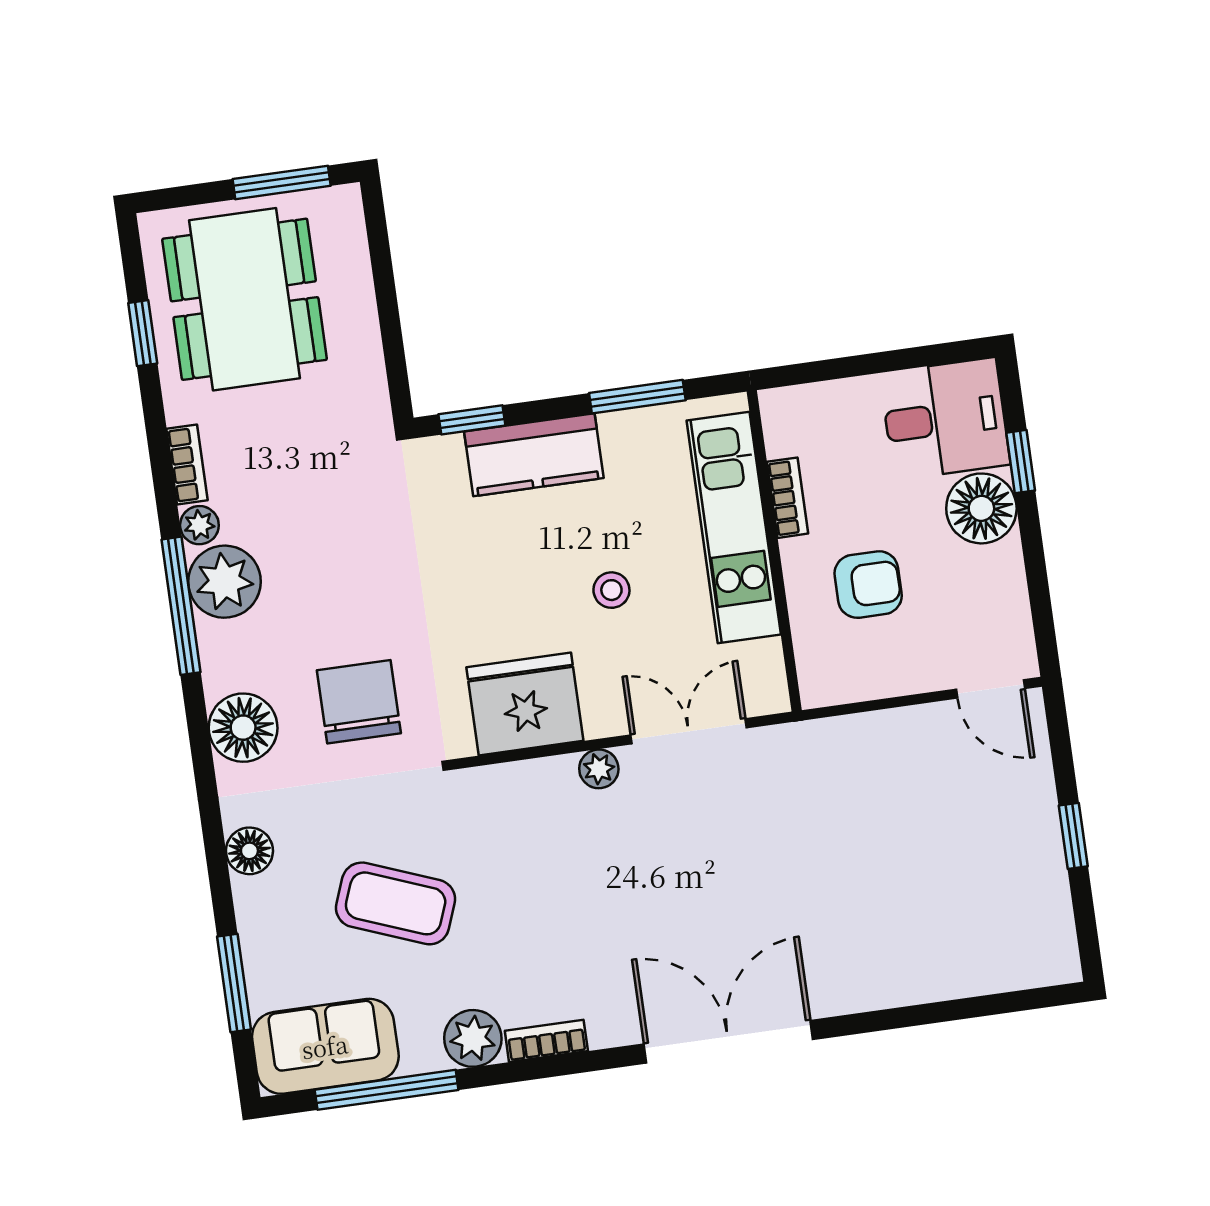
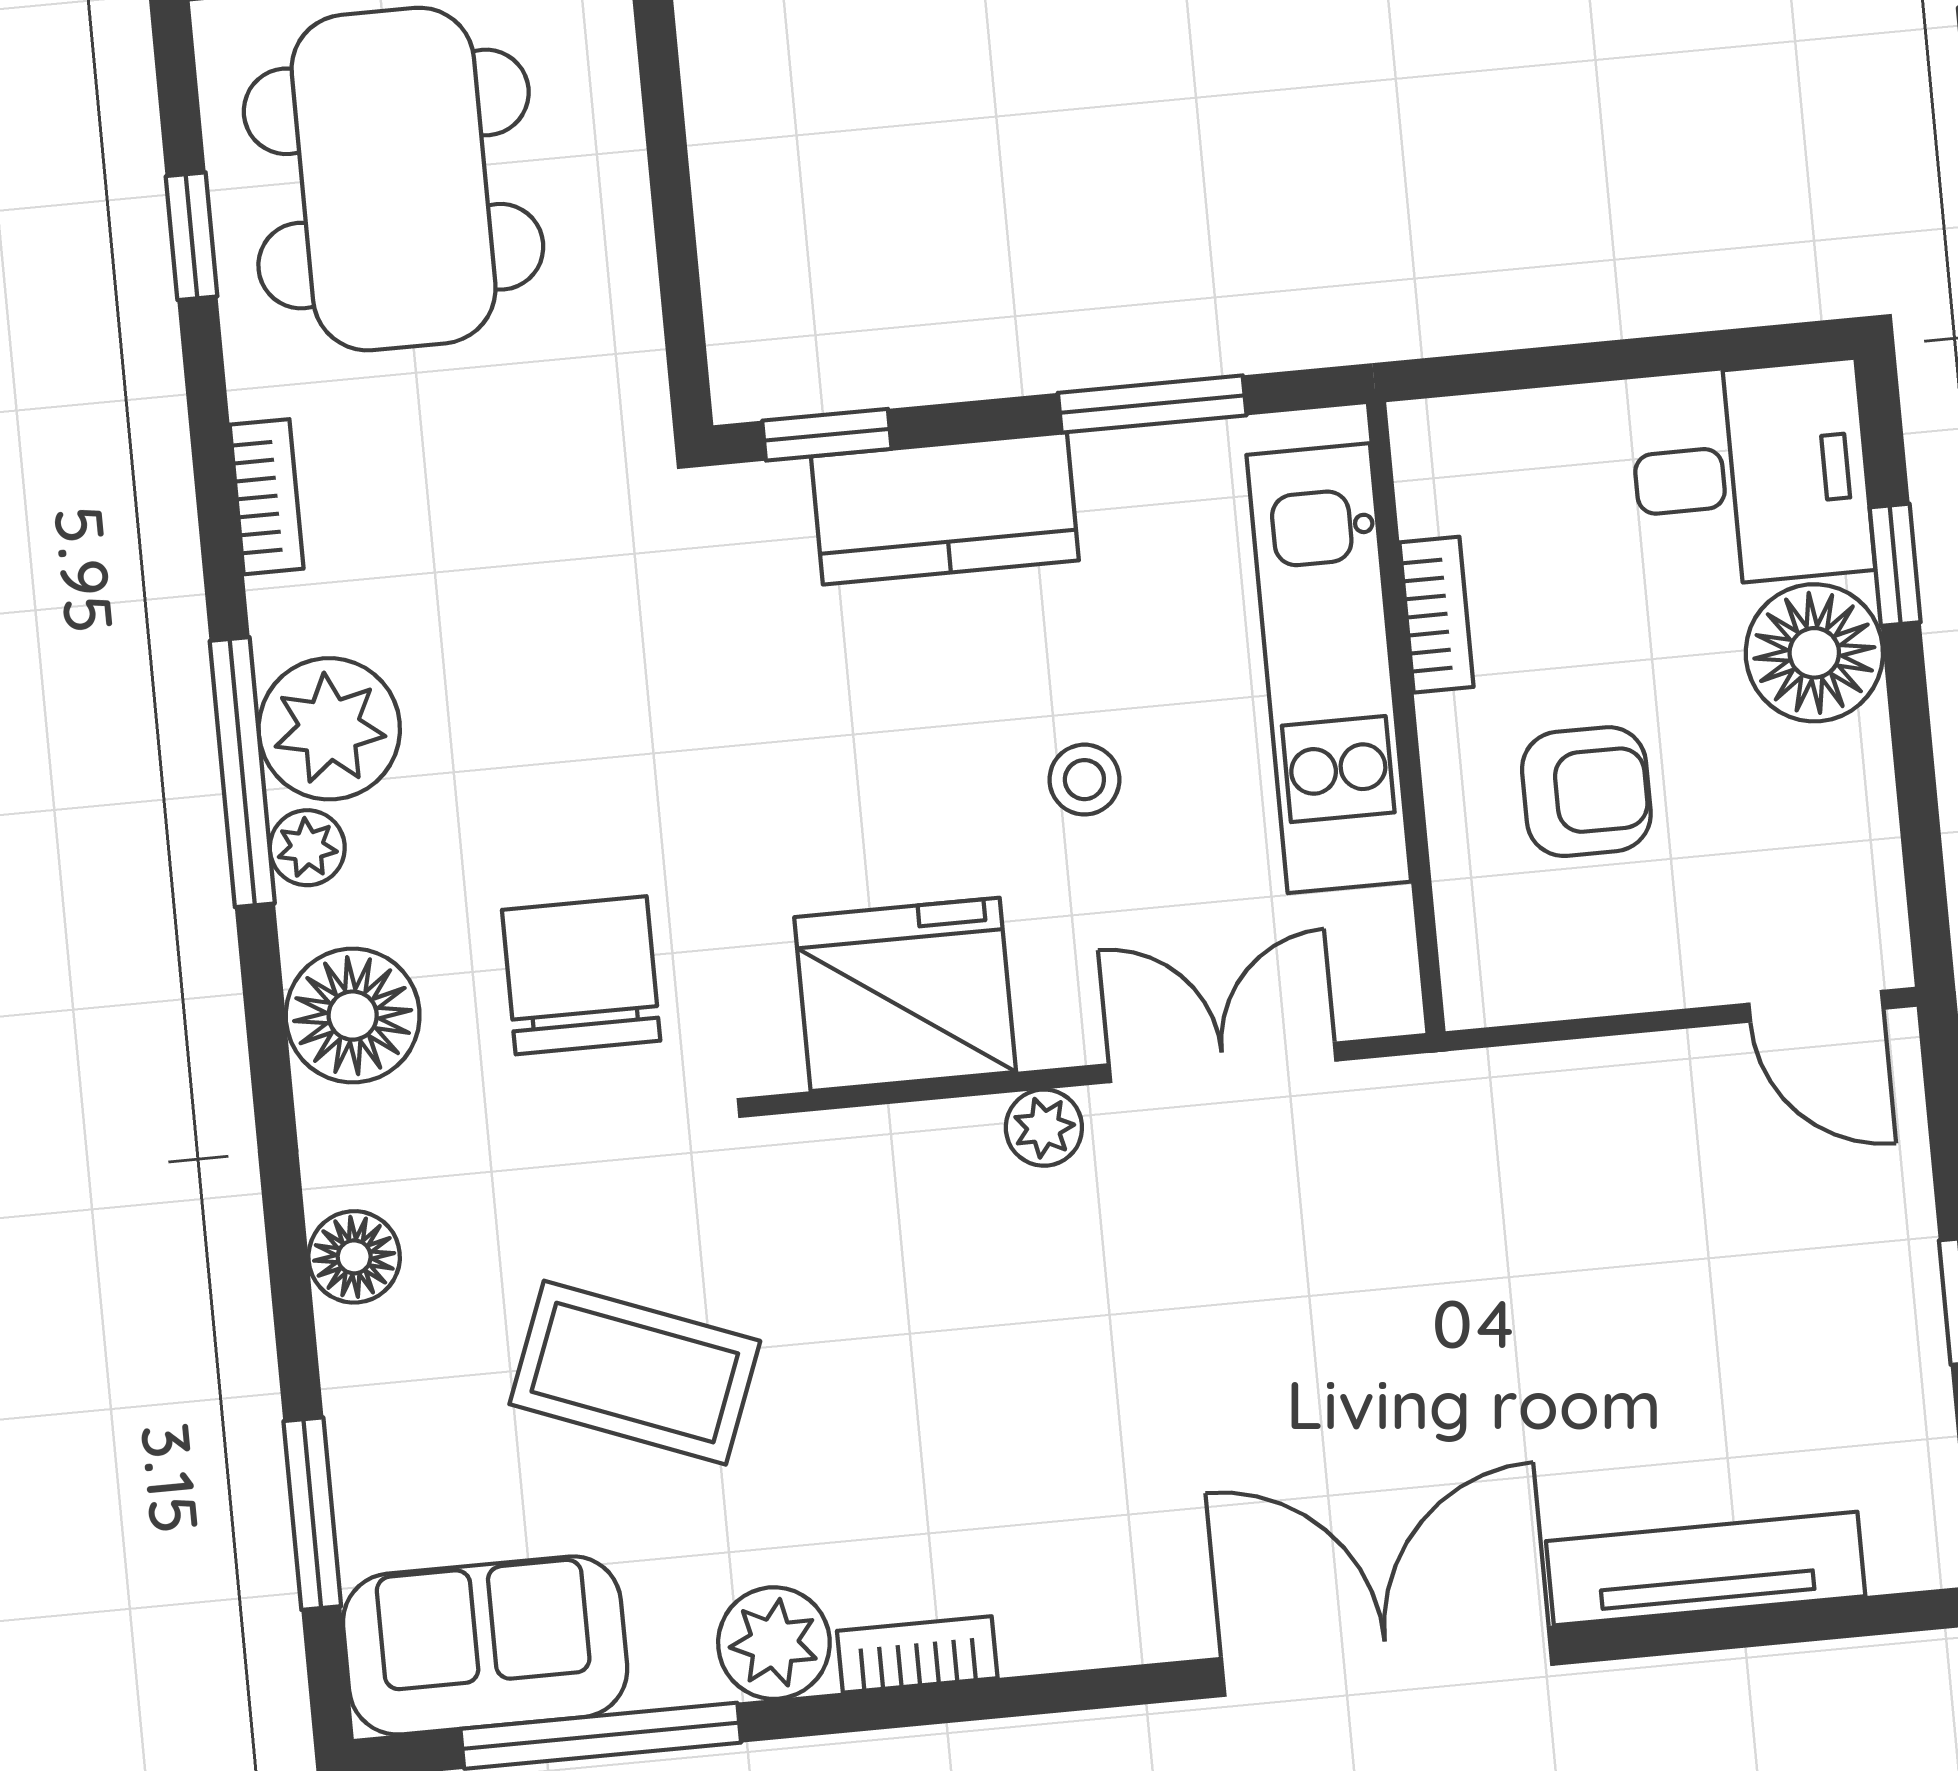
plant: (199, 525) -> (307, 848), moved
tv unit: (947, 979) -> (1706, 1569), added
double door: (728, 1042) -> (1387, 1661), moved

